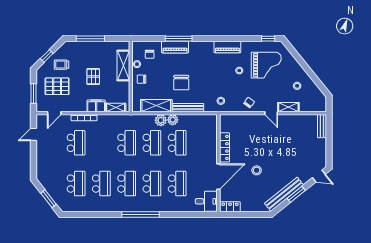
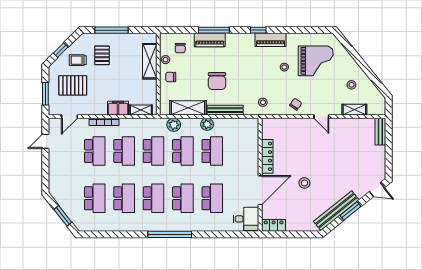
window: (268, 39) -> (258, 30), moved
pallet: (93, 76) -> (102, 55), moved
shelving: (288, 107) -> (354, 110), moved
plant: (161, 120) -> (174, 125), moved
school desk: (101, 143) -> (124, 151), added

